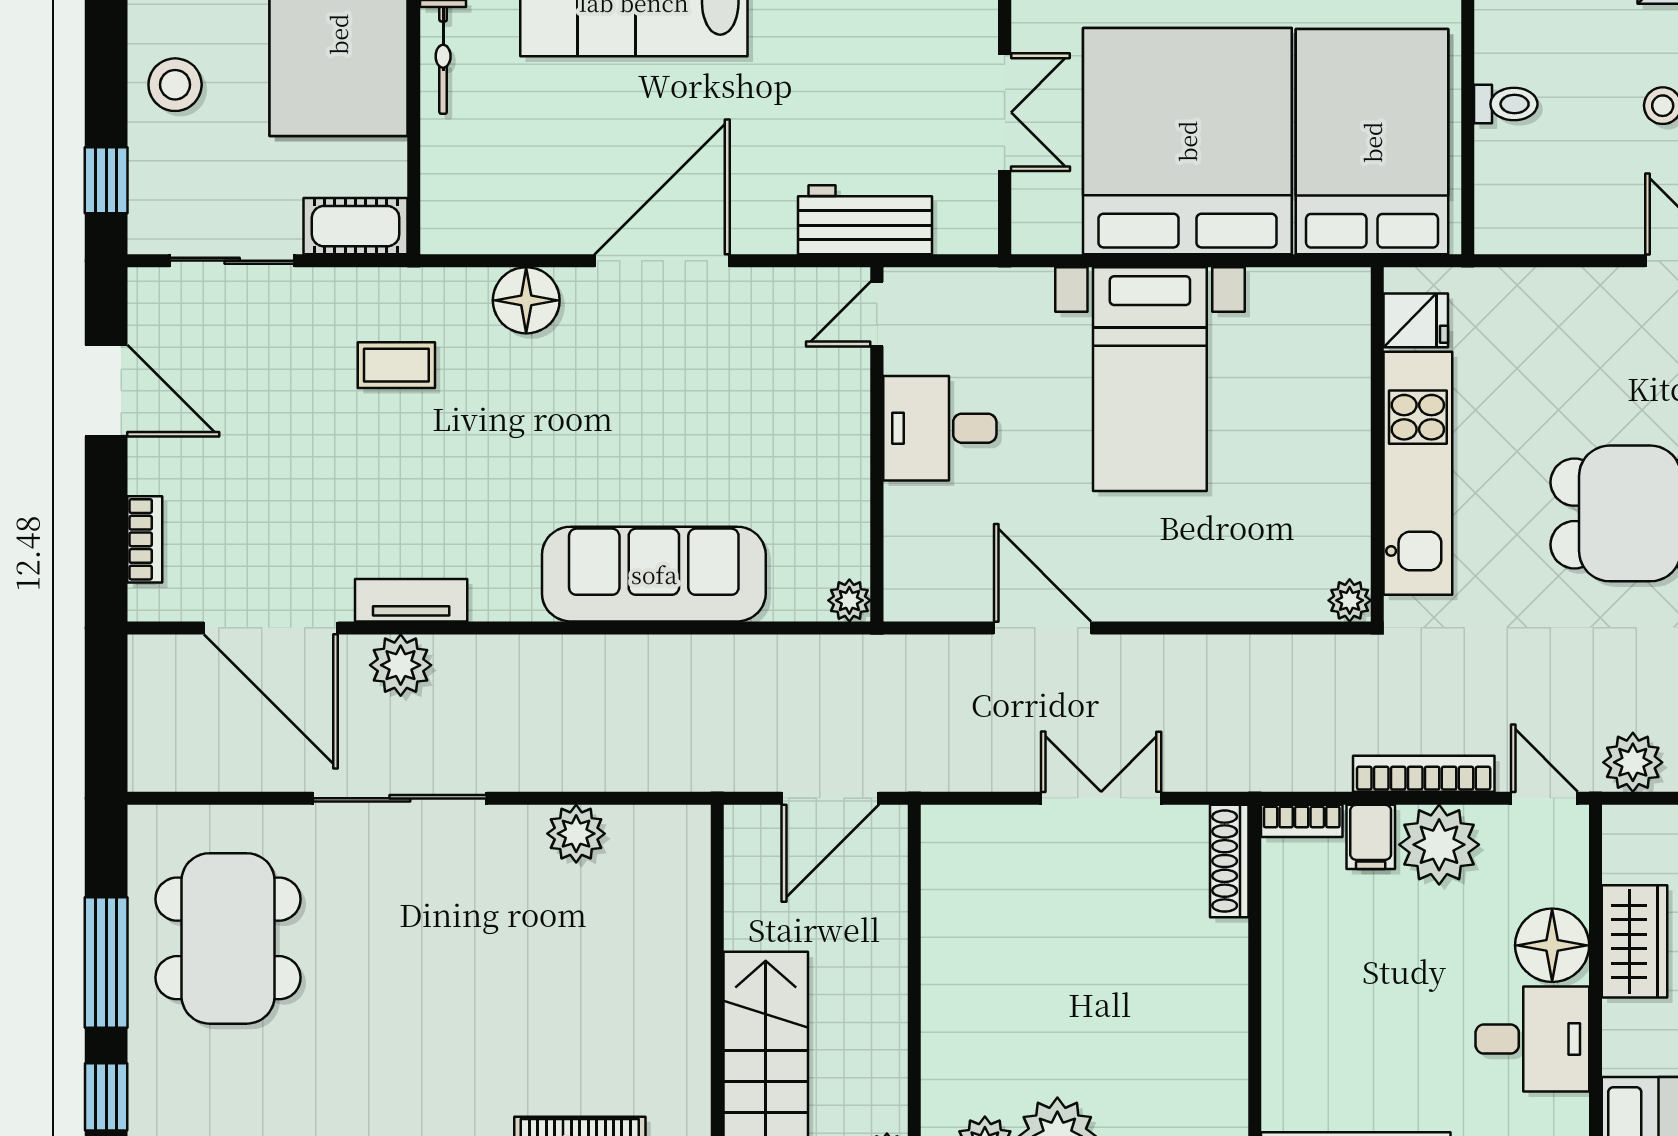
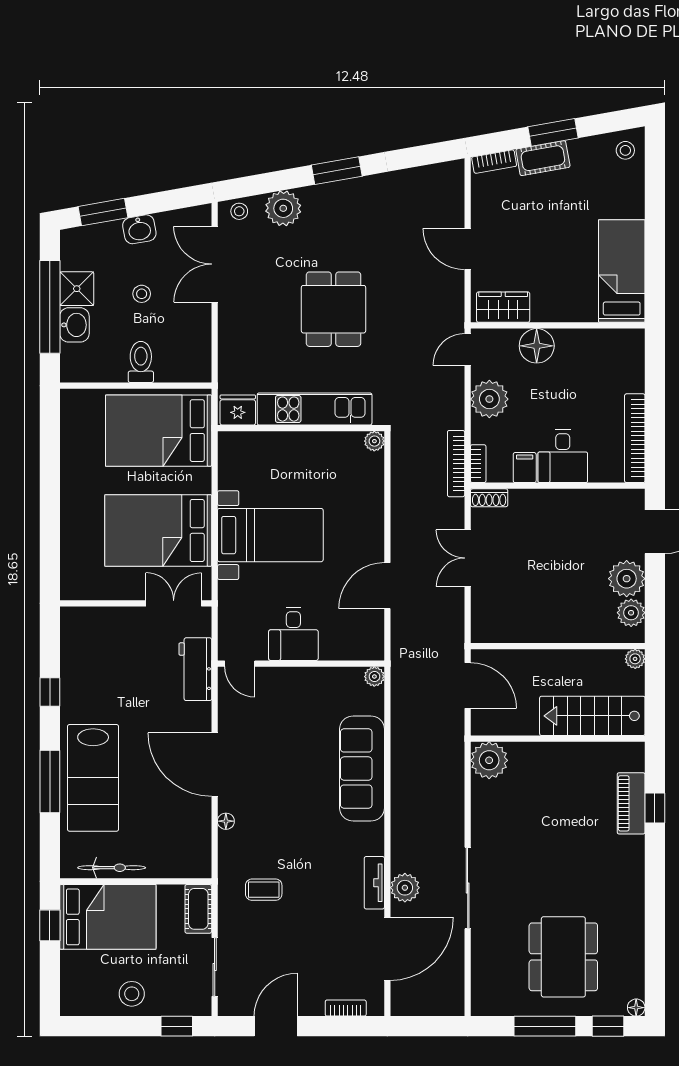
toilet: (1506, 104) -> (141, 362), width x1.37, depth x1.39
double door: (1005, 112) -> (174, 603), moved
bed: (1187, 141) -> (158, 530), width x0.73
floor lamp: (526, 300) -> (226, 821), width x0.53, depth x0.53
fridge: (1416, 320) -> (238, 410), width x1.38
coffee table: (396, 365) -> (264, 890), turned 90
plant: (1633, 762) -> (451, 308), removed
bookcase: (1424, 774) -> (456, 464), moved
plant: (576, 834) -> (489, 760), moved, width x1.36, depth x1.36
filing cabinet: (1371, 837) -> (525, 468), moved, turned -90
shoe rack: (1229, 861) -> (489, 498), width x0.70
dining table: (228, 938) -> (563, 957), moved, turned 90
wardrobe: (1634, 941) -> (503, 307), moved
desk: (1532, 1039) -> (563, 456), moved, turned 180

